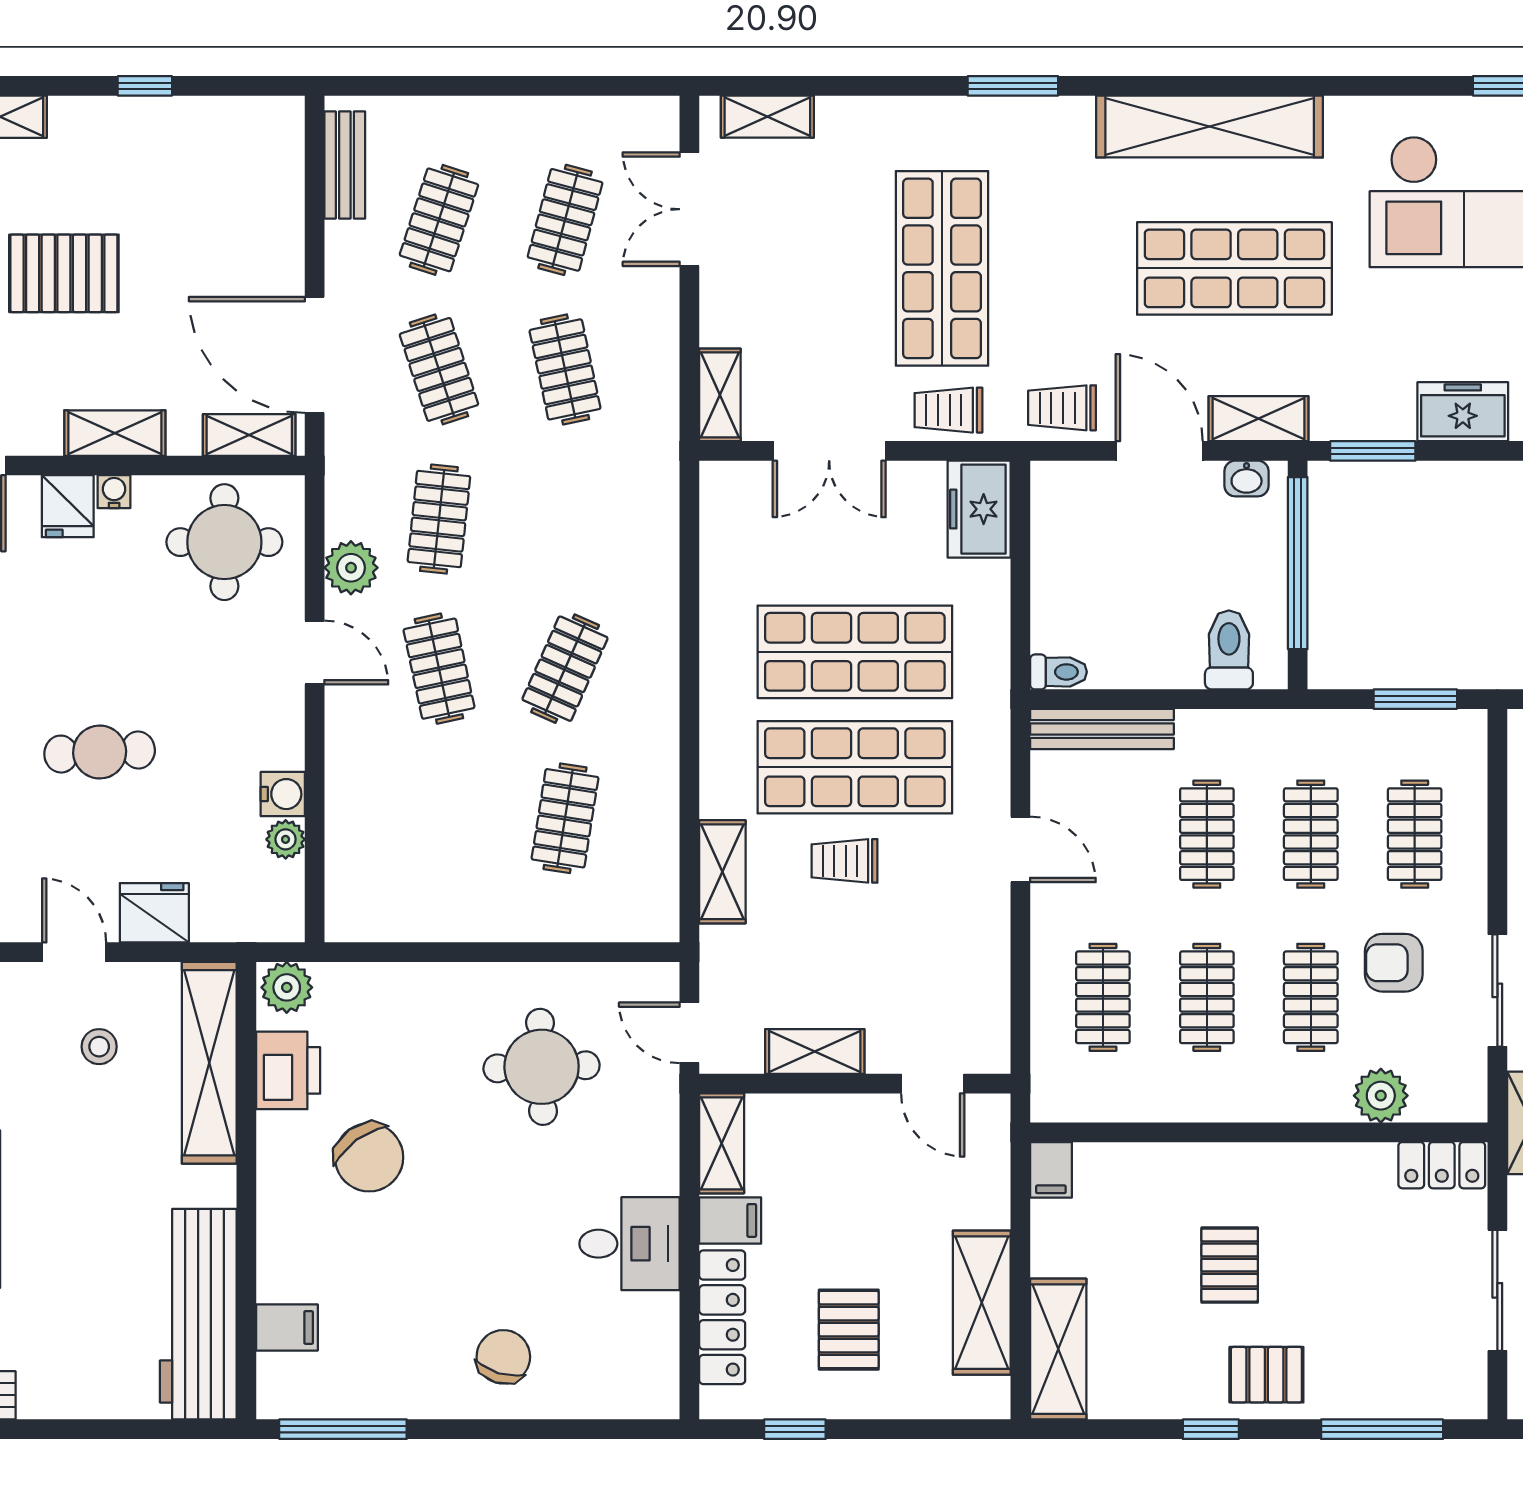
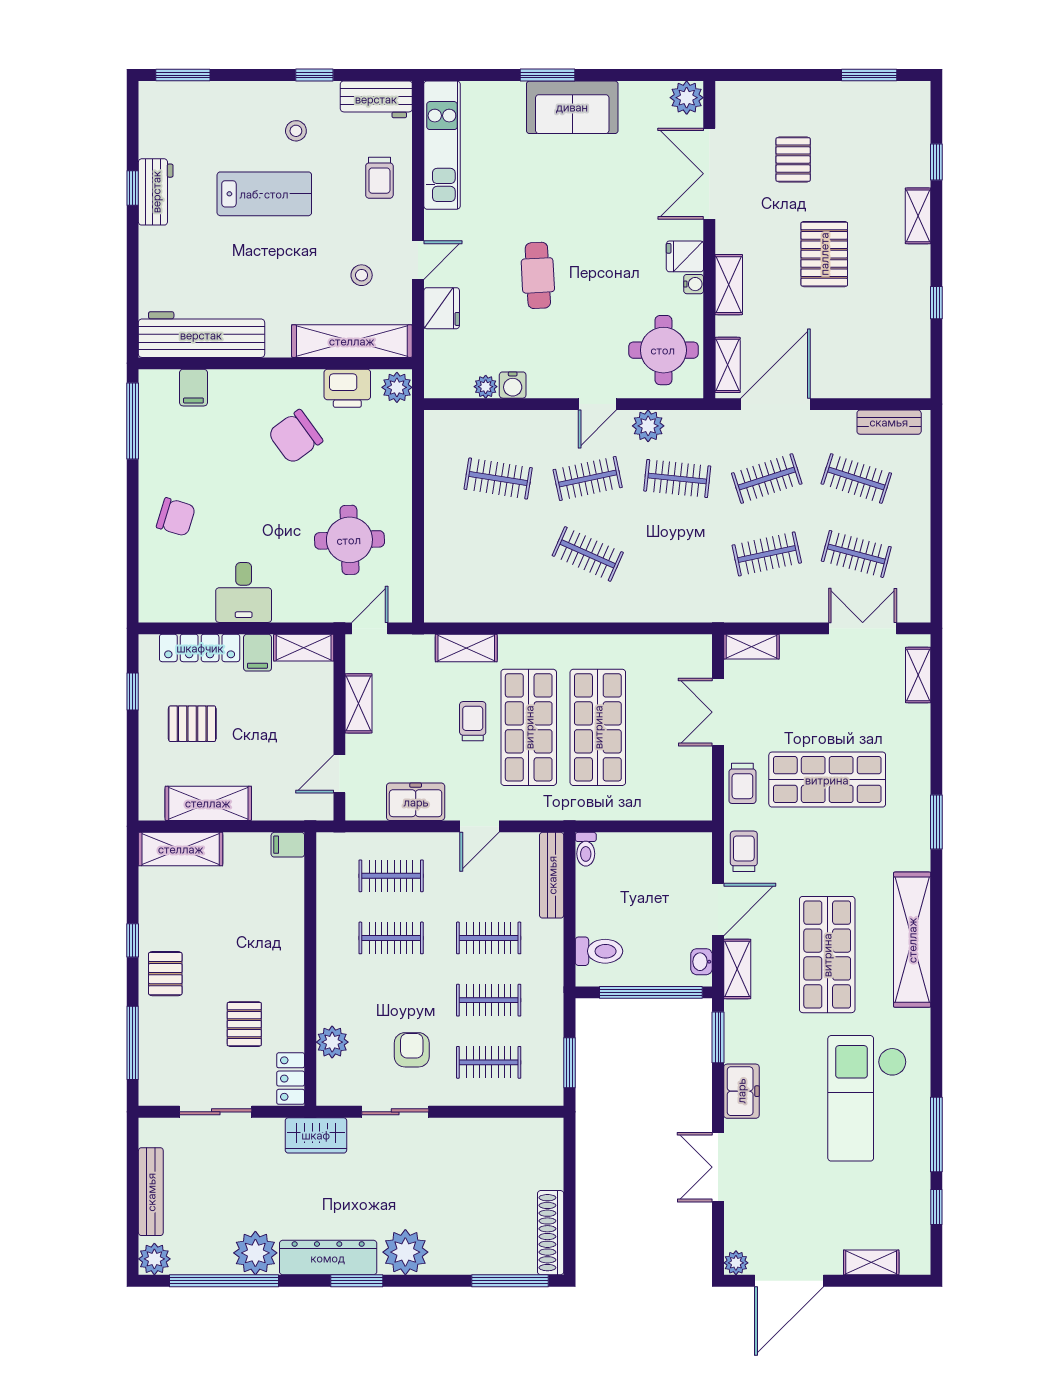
trolley: (948, 410) -> (742, 783), turned 180
freezer: (979, 509) -> (416, 802), moved
clothes rail: (565, 818) -> (498, 479), moved
clothes rail: (1311, 997) -> (391, 1000), removed
pallet: (1230, 1265) -> (244, 1024), moved, turned 90

